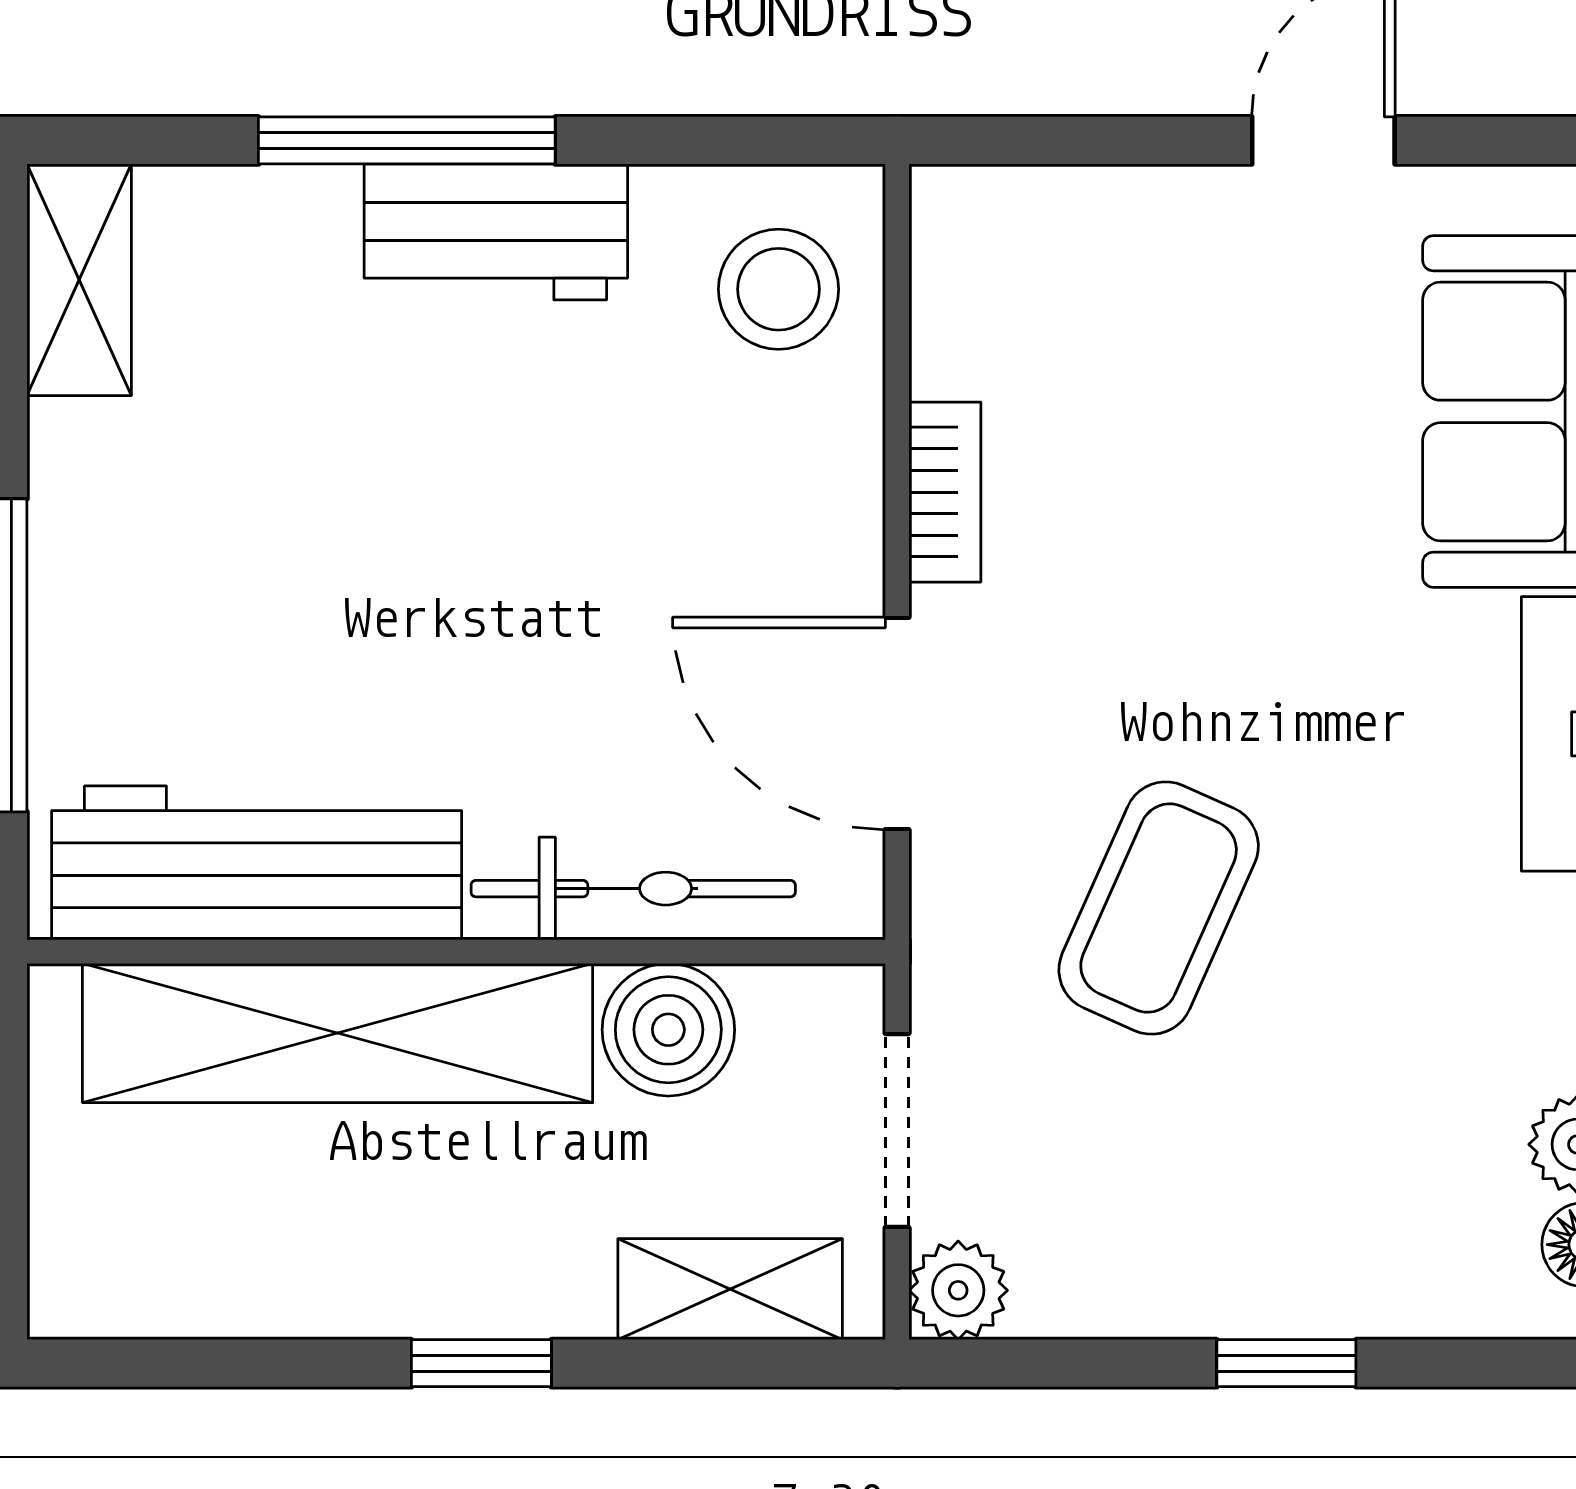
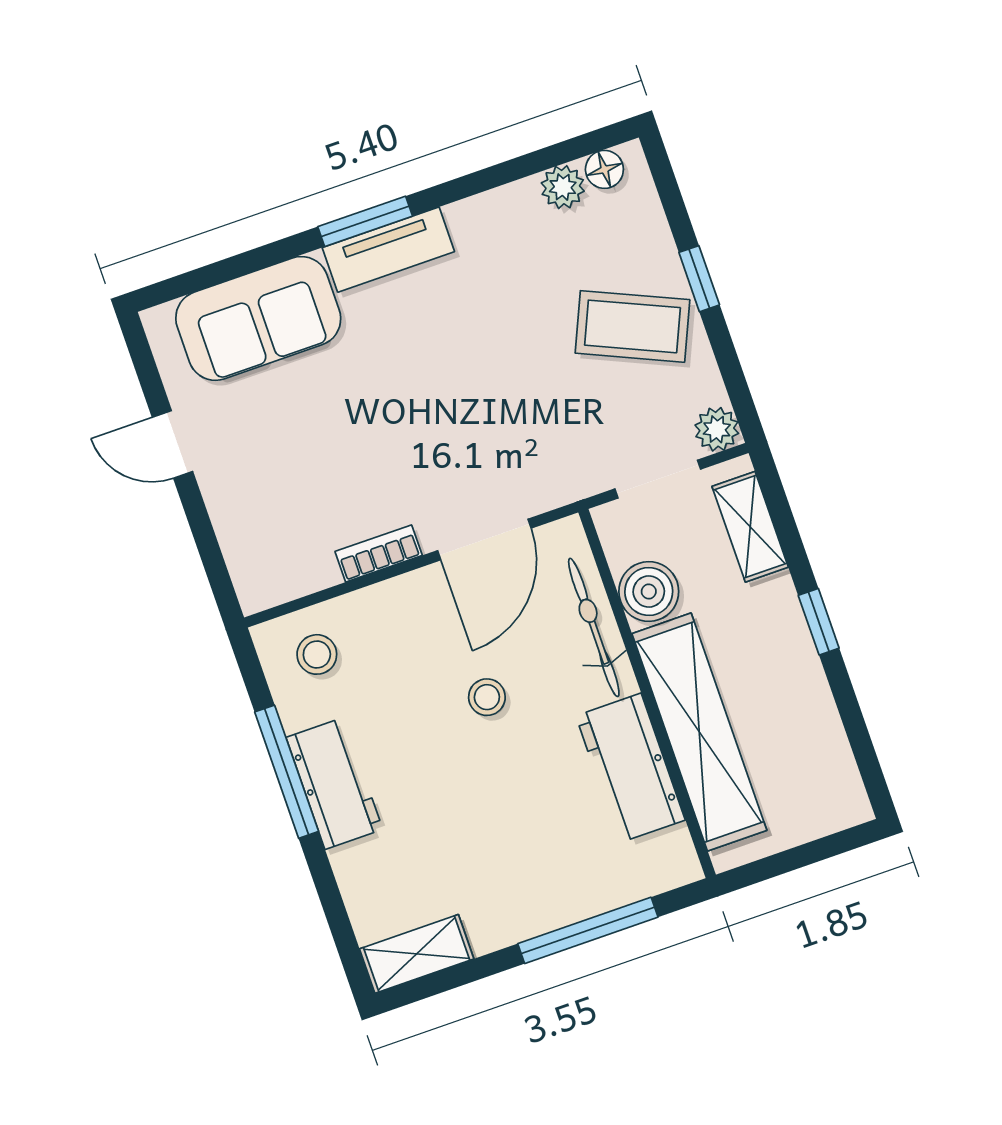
window: (407, 140) -> (287, 772), moved
stool: (778, 289) -> (317, 654), width x0.73, depth x0.73
stool: (565, 614) -> (487, 697), added
workbench: (257, 863) -> (630, 768), width x0.73
coffee table: (1159, 908) -> (632, 326), moved

